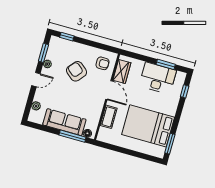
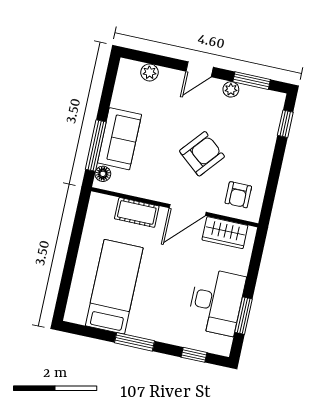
armchair: (77, 71) -> (202, 154), moved
door: (36, 80) -> (200, 69), hinge flipped
sofa: (64, 122) -> (119, 139), width x0.73
bed: (148, 126) -> (114, 287), width x0.67
window: (170, 144) -> (134, 342), moved

